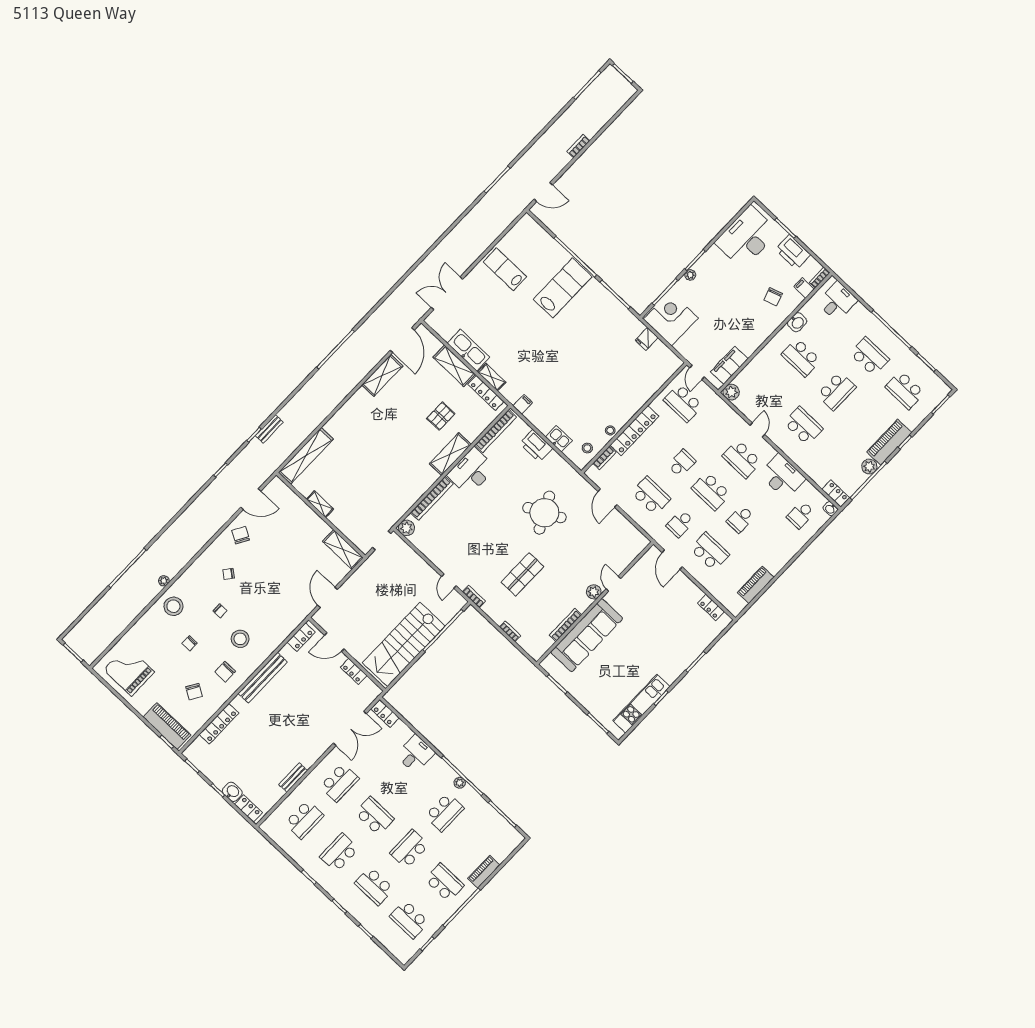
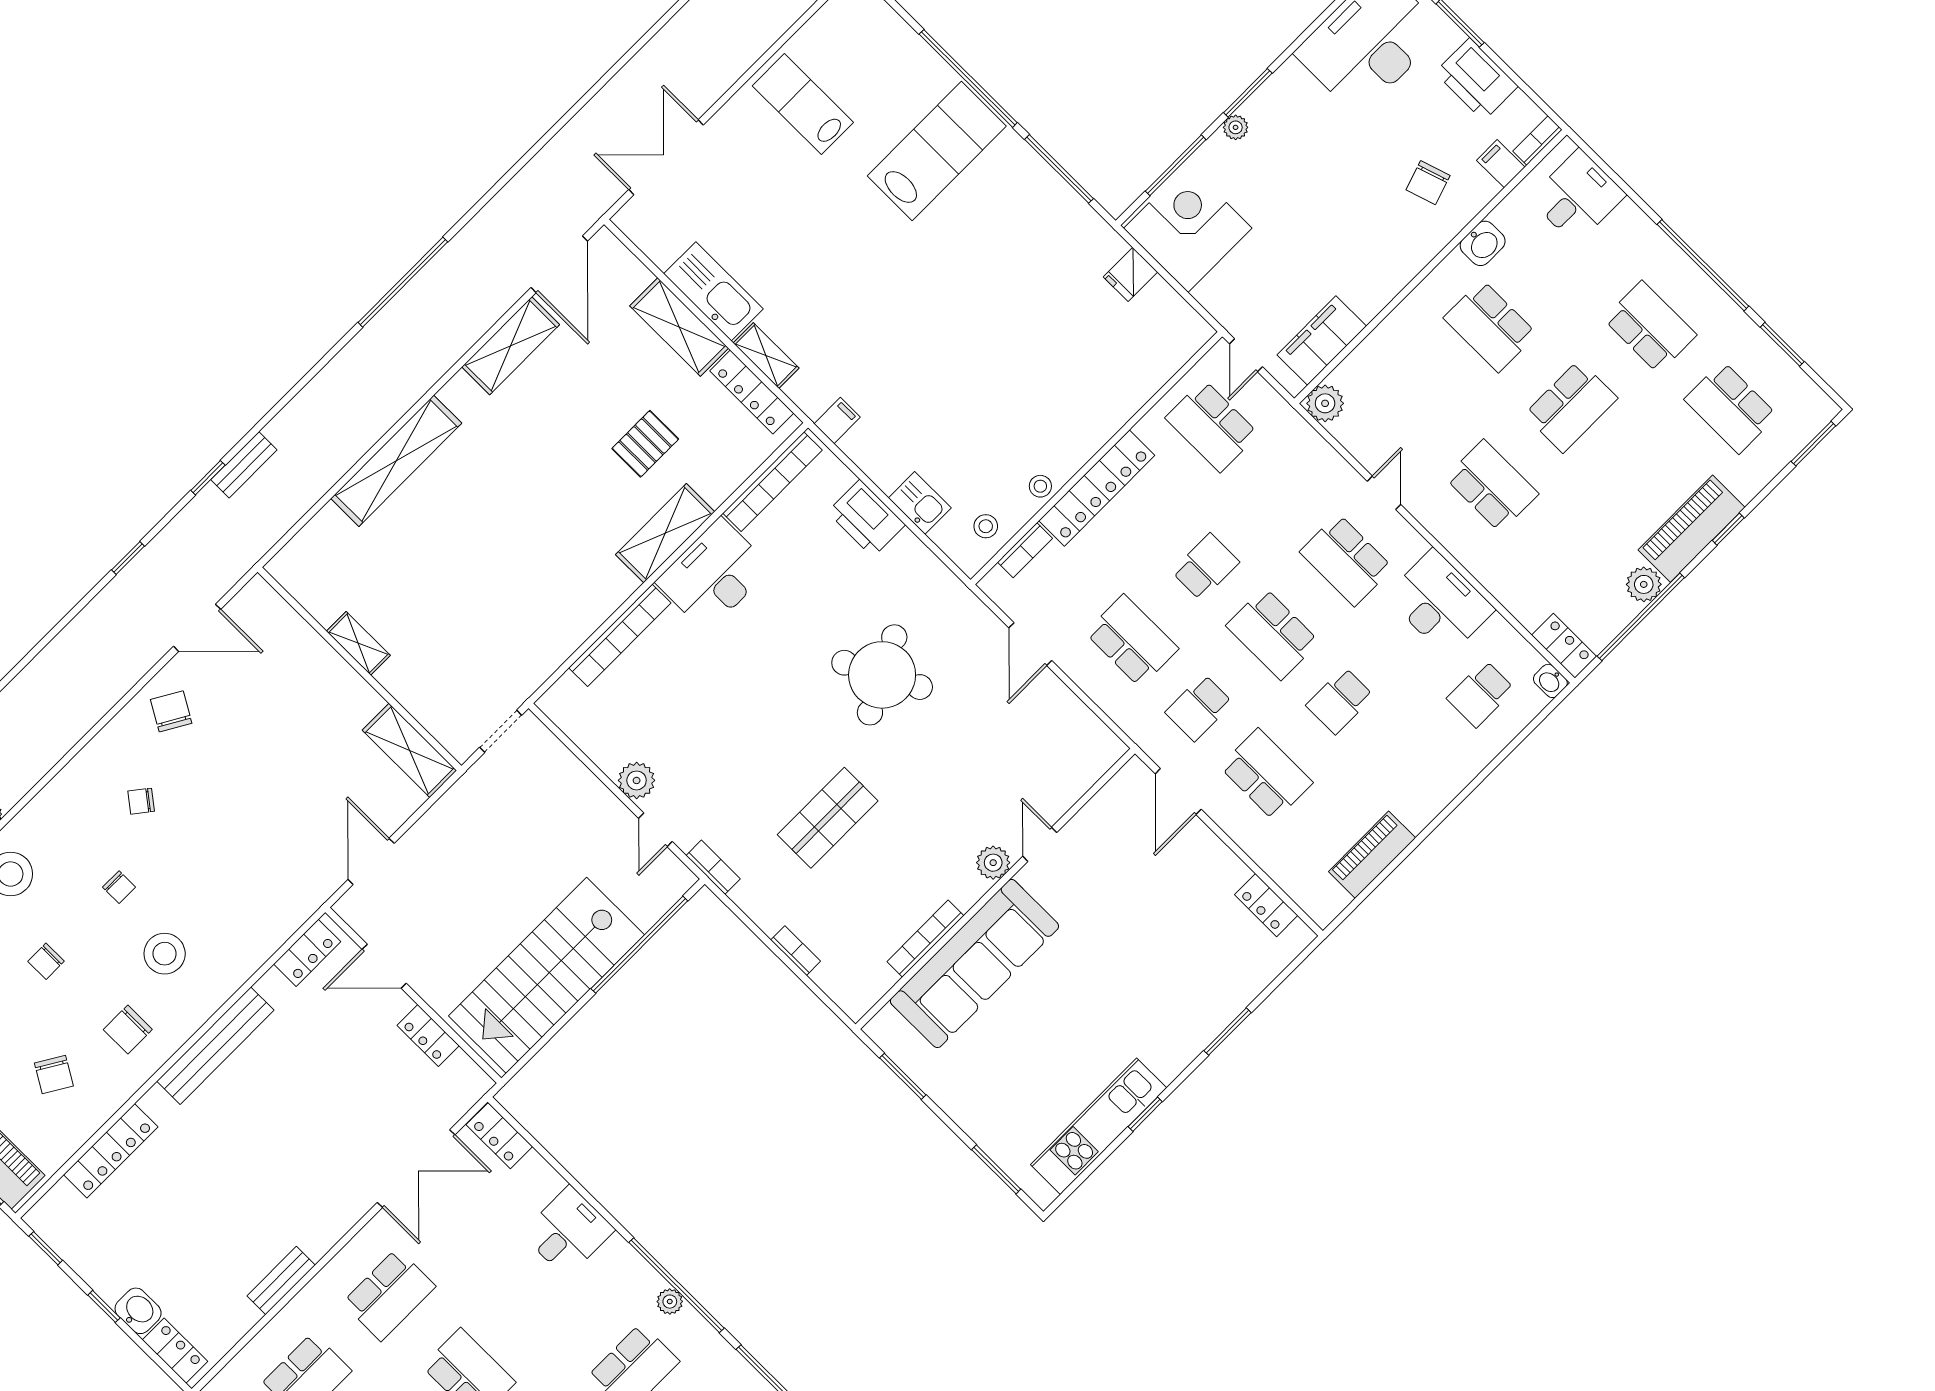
shelving: (306, 456) -> (396, 461), moved
plant: (406, 528) -> (637, 780), moved

